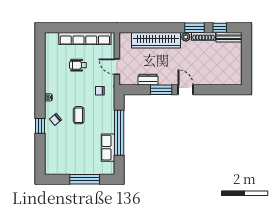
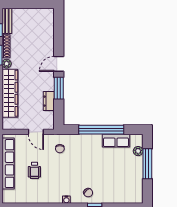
door: (117, 67) -> (36, 132), hinge flipped
coffee table: (79, 115) -> (84, 170), removed
plant: (97, 170) -> (138, 151), added

